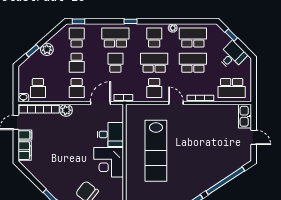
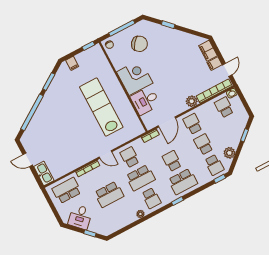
school desk: (193, 38) -> (120, 215), removed
plant: (47, 49) -> (229, 153), moved
school desk: (115, 63) -> (172, 161), turned 180

